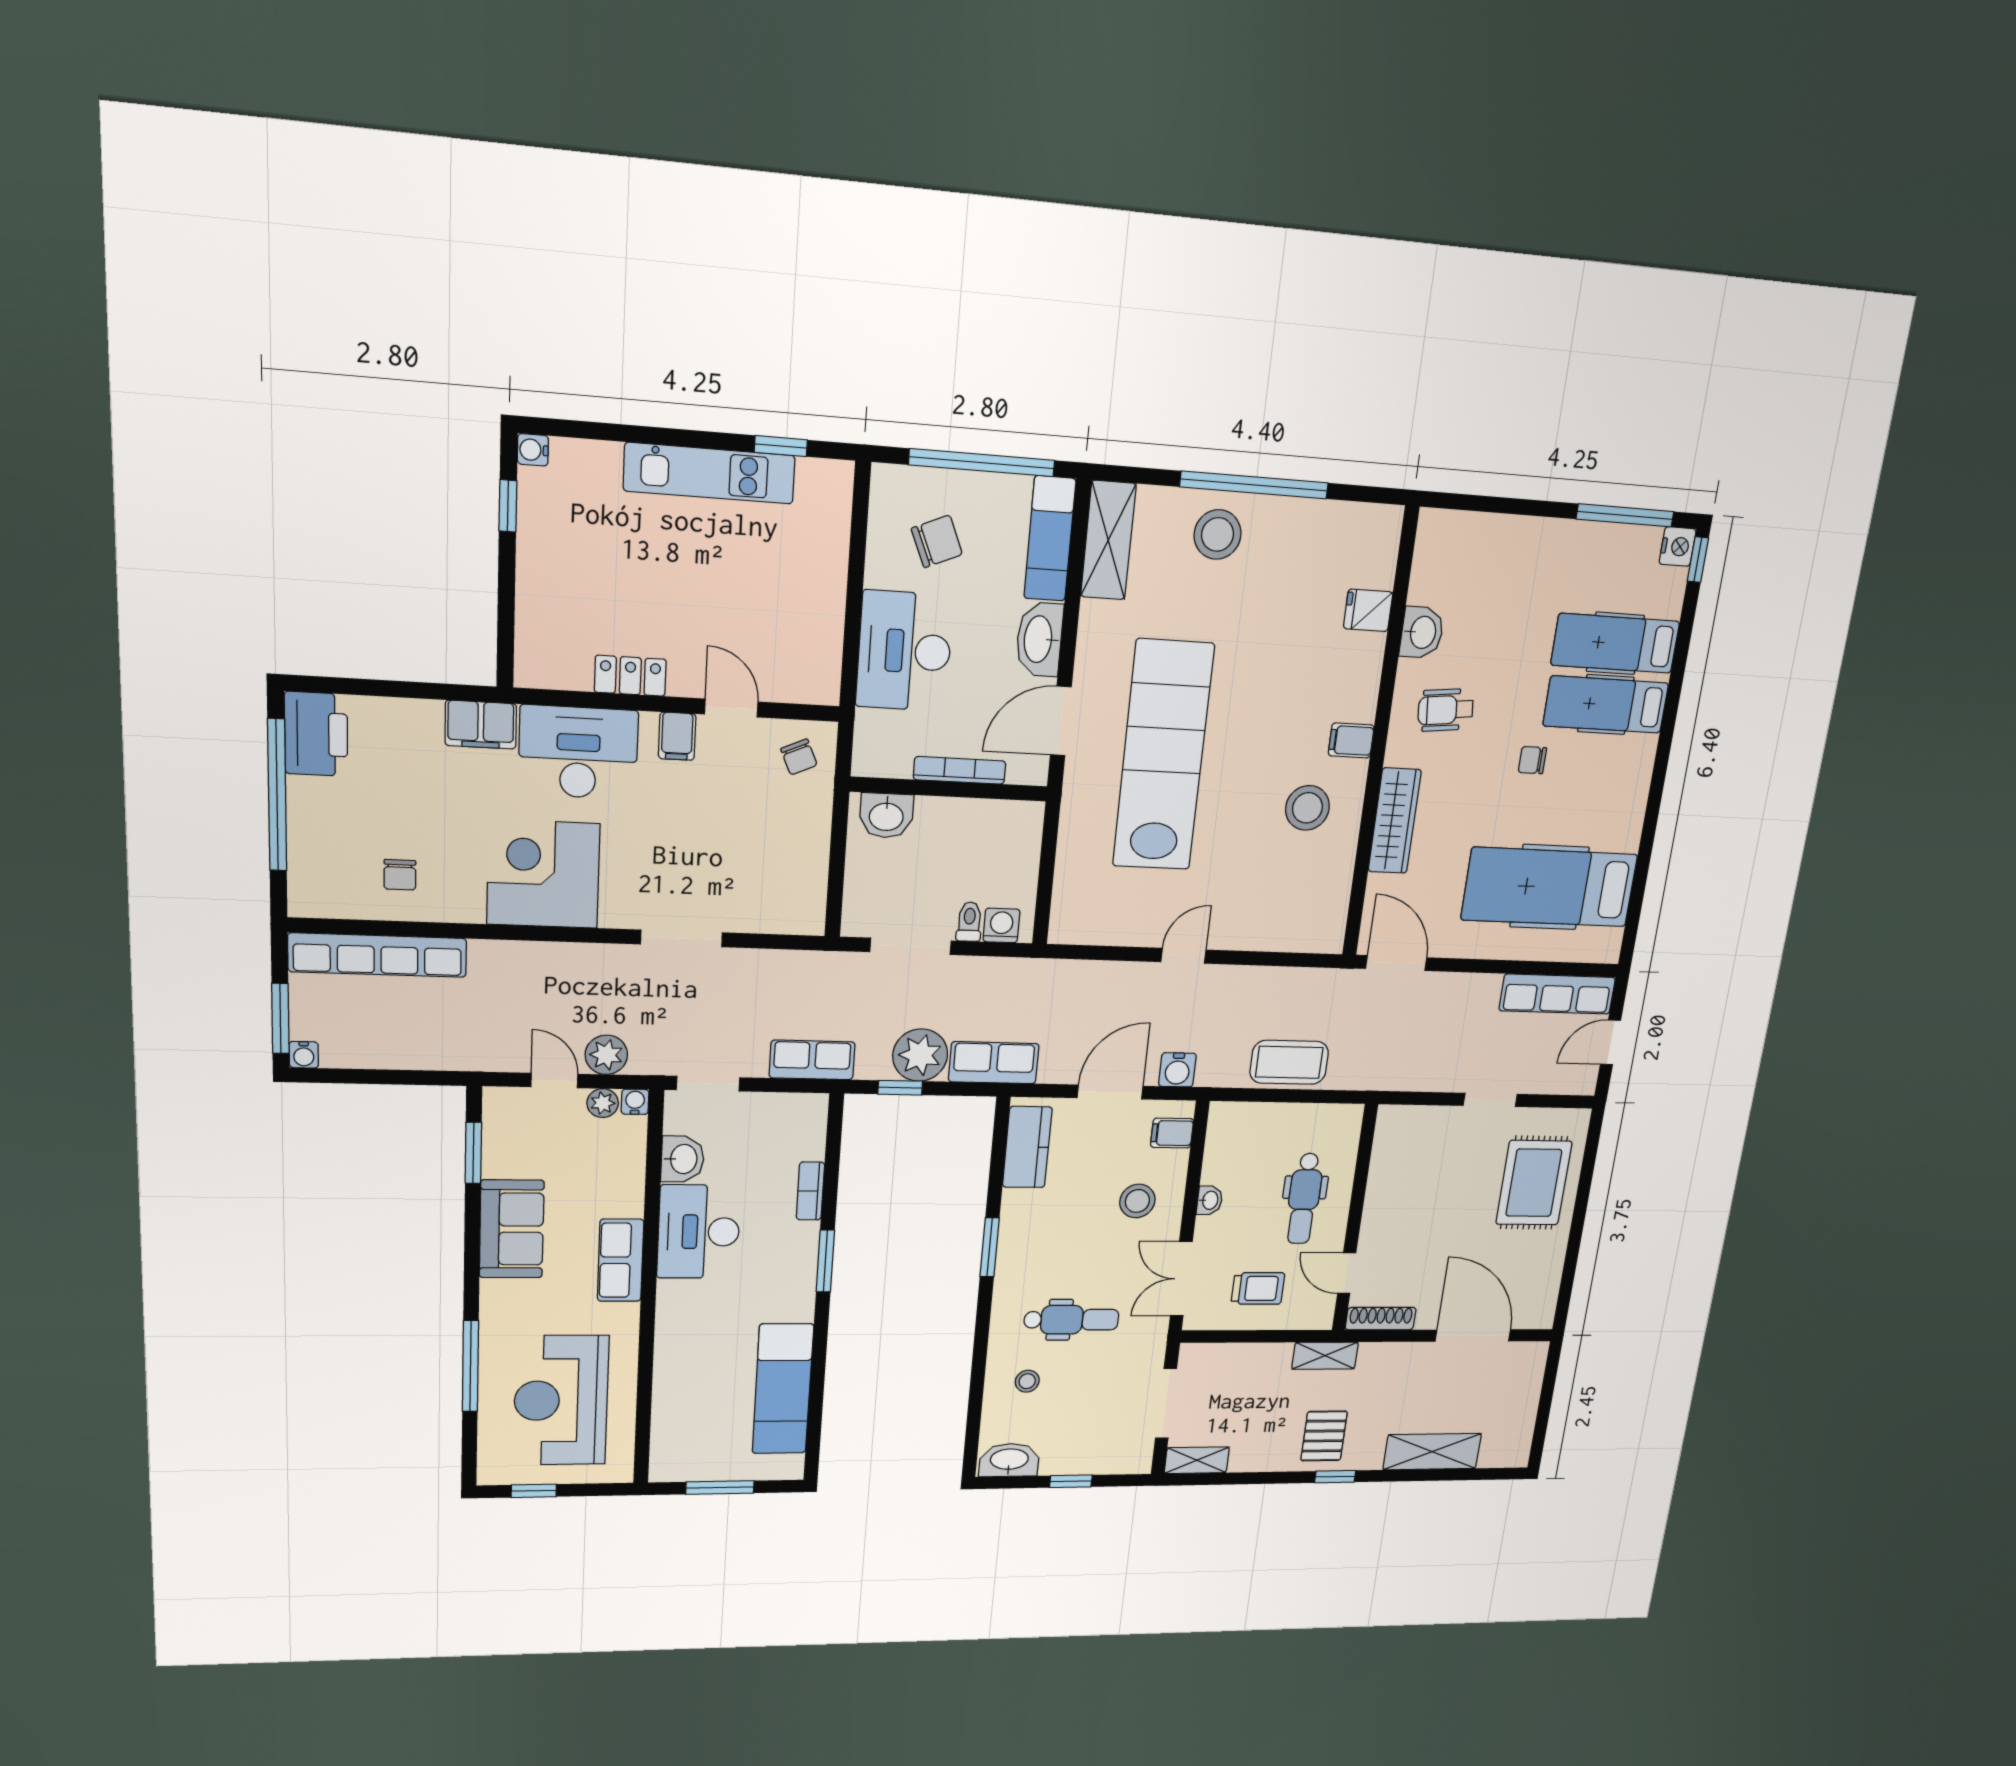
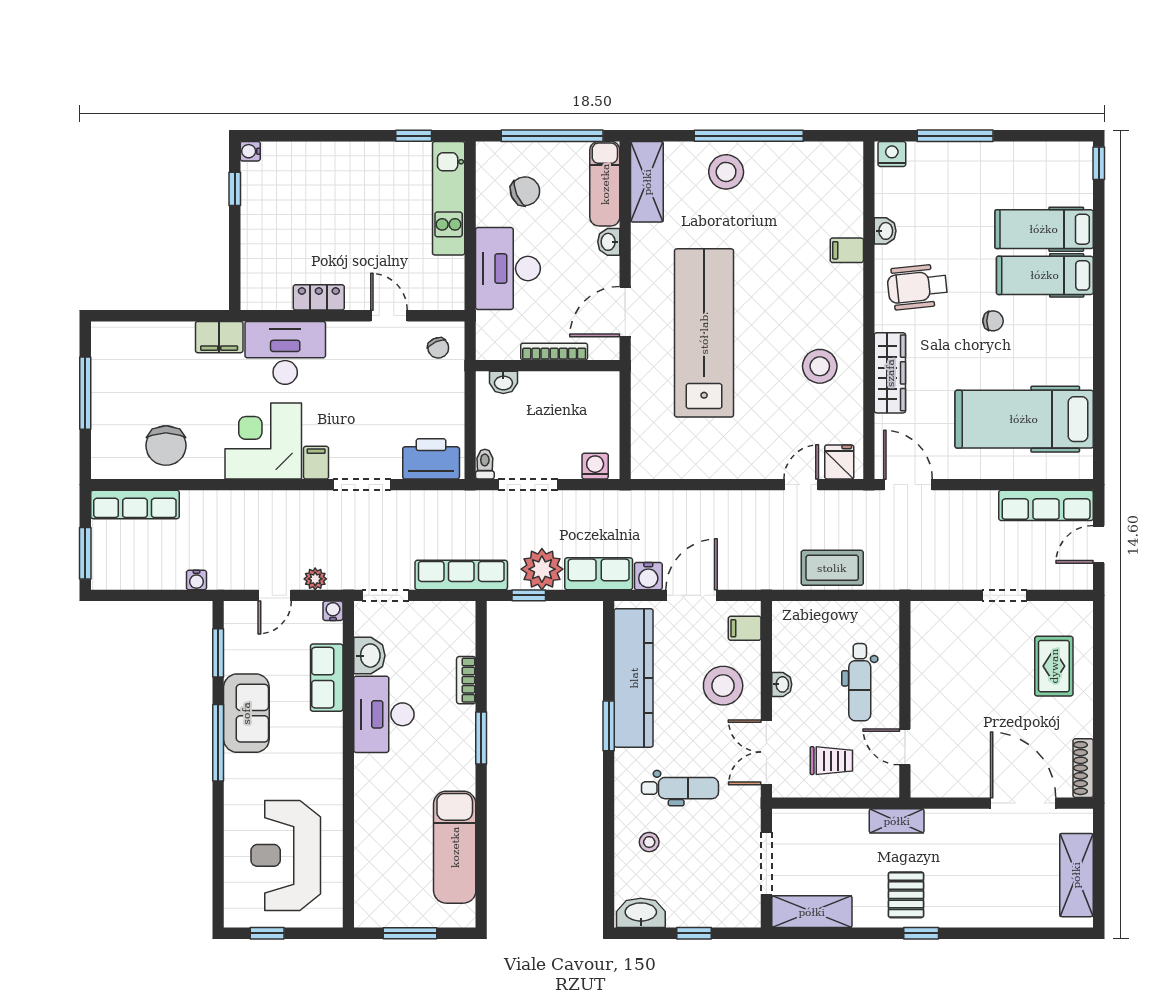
kitchen unit: (709, 473) -> (449, 198), moved, turned 90
window: (1625, 515) -> (955, 136), moved
nightstand: (1678, 547) -> (892, 154), moved, turned -90
fridge: (1368, 610) -> (839, 462), moved, turned 90
washbasin: (1422, 632) -> (885, 231), width x0.72, depth x0.69
washbasin: (1039, 639) -> (609, 242), width x0.52, depth x0.69
wheelchair: (1446, 710) -> (917, 287), width x1.36, depth x1.37
printer: (316, 734) -> (431, 459), moved, turned -90
filing cabinet: (677, 736) -> (316, 463), moved, turned 180
filing cabinet: (1351, 740) -> (847, 250), moved
chair: (1532, 760) -> (993, 321), turned 180
window: (277, 795) -> (85, 393), width x0.68
washbasin: (886, 816) -> (503, 382), width x0.72, depth x0.69
chair: (400, 875) -> (166, 446), width x1.87, depth x1.87
toilet: (969, 922) -> (485, 464), moved
row of seats: (378, 955) -> (135, 504), width x0.73
door: (1183, 956) -> (801, 485), moved
water cooler: (304, 1055) -> (196, 580), moved
plant: (606, 1055) -> (315, 579), width x0.73, depth x0.73
row of seats: (812, 1060) -> (461, 575), width x1.48
water cooler: (1177, 1070) -> (648, 576), moved
door: (554, 1080) -> (275, 595), swing flipped
plant: (603, 1103) -> (310, 612), removed
kitchen counter: (1027, 1147) -> (634, 678), width x2.08, depth x1.17
rug: (1534, 1183) -> (1054, 666), width x0.73, depth x0.70
stool: (1137, 1201) -> (723, 686), width x1.38, depth x1.38
row of seats: (621, 1260) -> (327, 678), moved
shoe rack: (1381, 1319) -> (1083, 768), moved, turned -90
window: (470, 1366) -> (218, 743), moved
shelving: (1432, 1452) -> (1076, 875), moved, turned 90
shelving: (1197, 1460) -> (812, 912), width x1.50, depth x1.33

